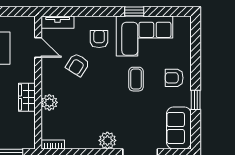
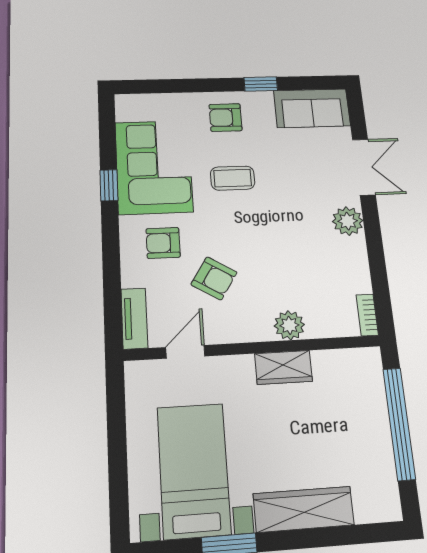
armchair: (174, 78) -> (226, 118), turned 90

